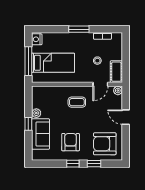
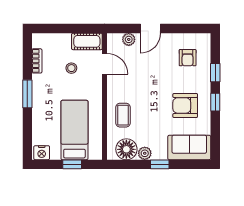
window: (28, 61) -> (72, 164), width x0.46
plant: (118, 91) -> (129, 39), moved
floor lamp: (39, 100) -> (126, 149), added
coffee table: (77, 102) -> (123, 115), moved
sofa: (40, 134) -> (189, 147), moved
armchair: (105, 144) -> (188, 58), width x0.53, depth x0.53

